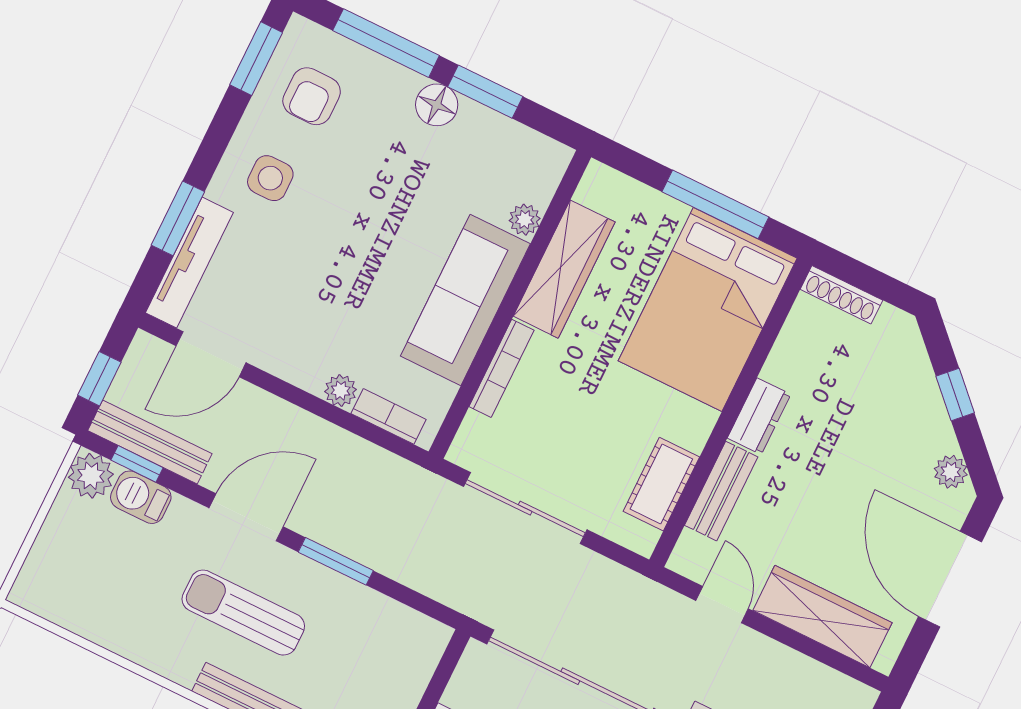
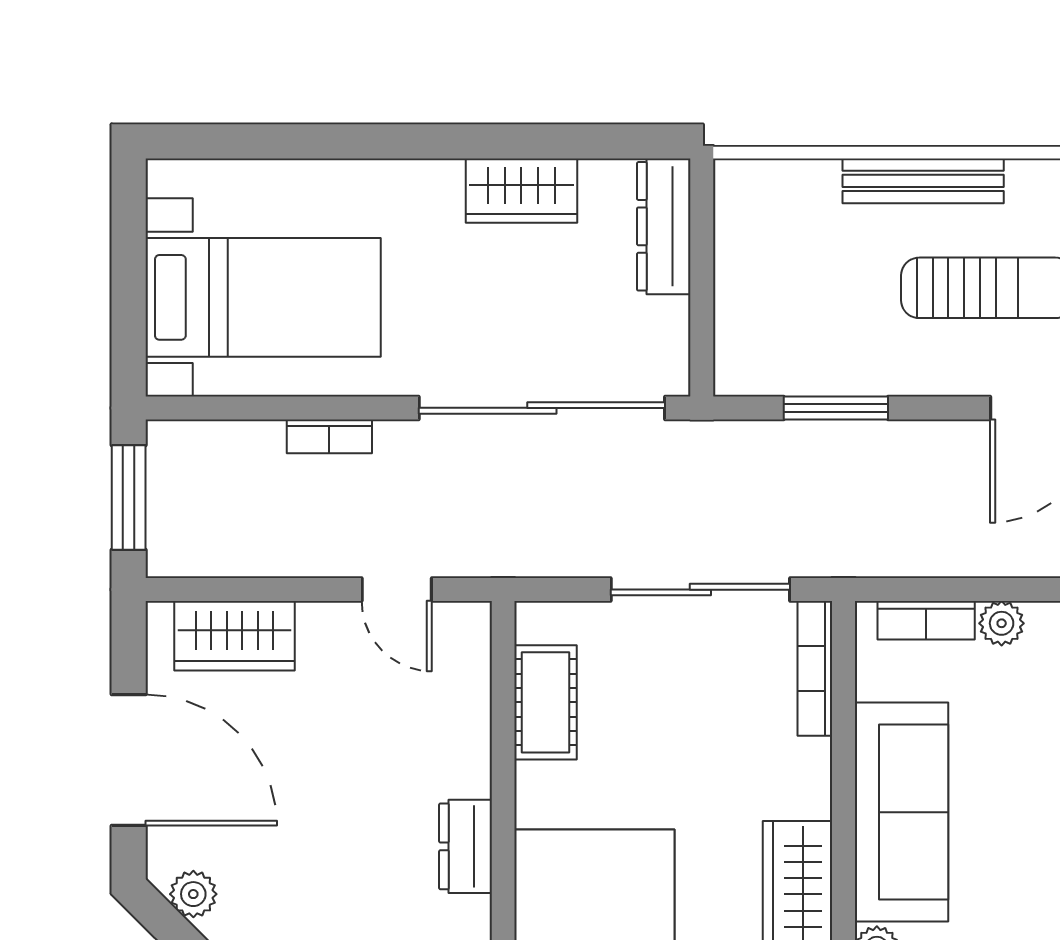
bookcase: (501, 368) -> (815, 668), moved
bench: (721, 491) -> (467, 730), removed
window: (336, 561) -> (836, 408), moved
wardrobe: (822, 617) -> (234, 636), width x0.67

